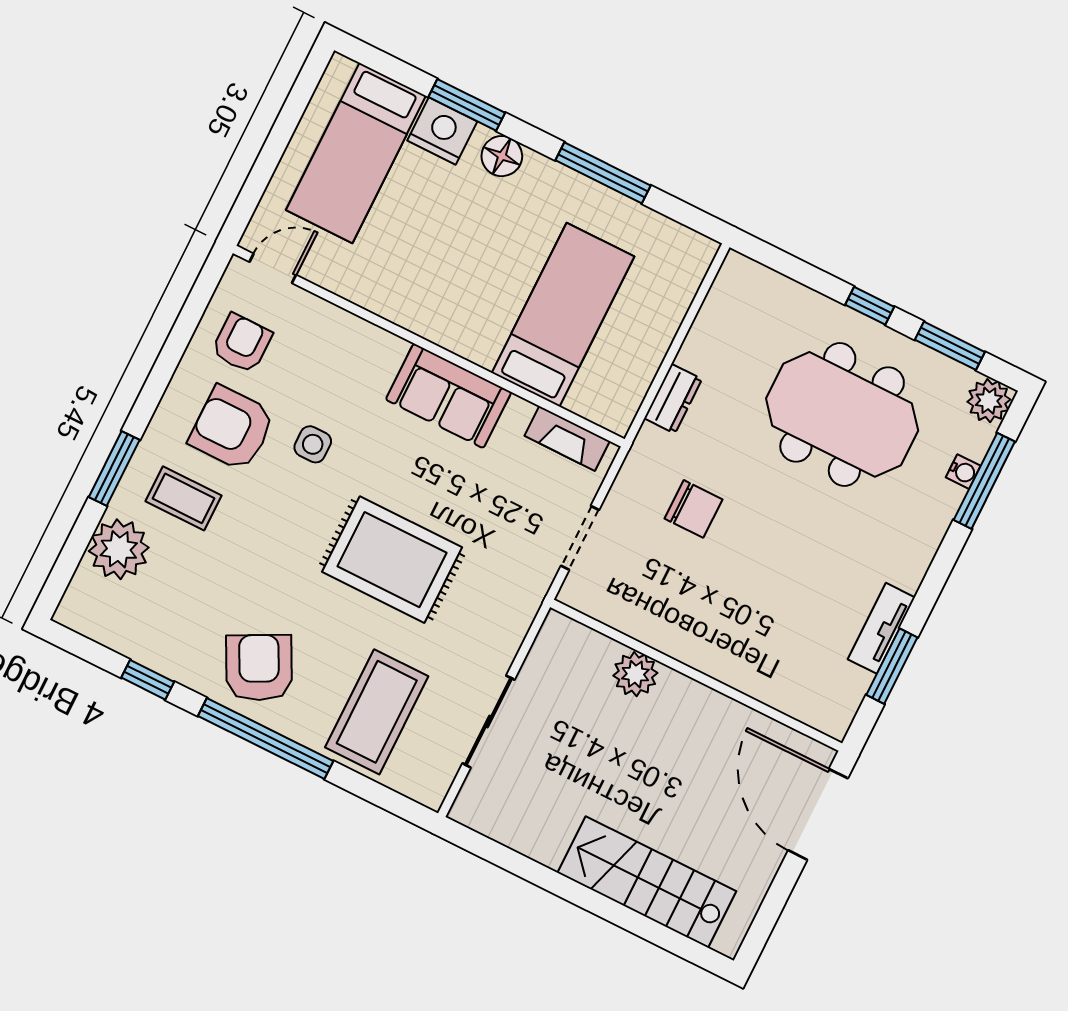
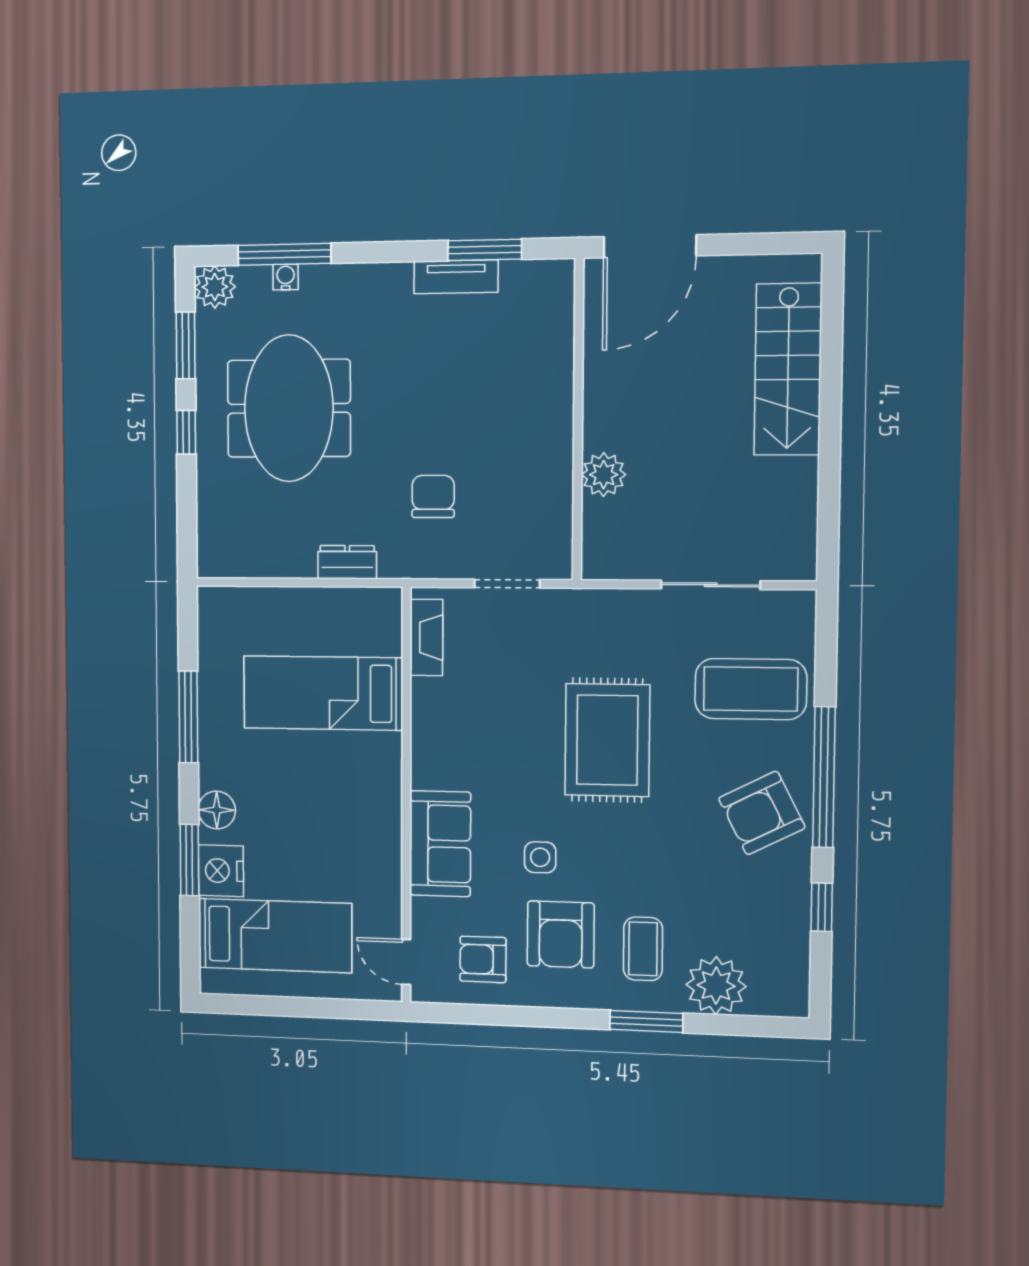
sofa: (449, 396) -> (440, 844), moved

